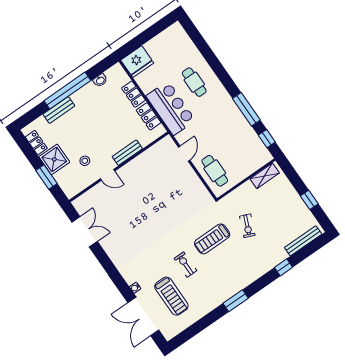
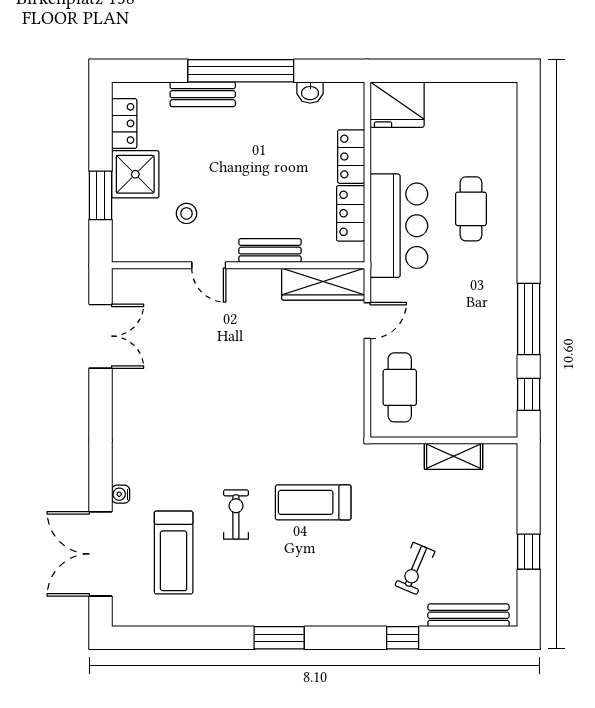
wardrobe: (157, 151) -> (323, 284), added
shelving: (265, 176) -> (453, 456), moved
exercise bike: (247, 226) -> (415, 568), moved

